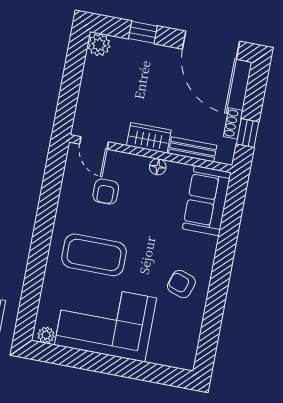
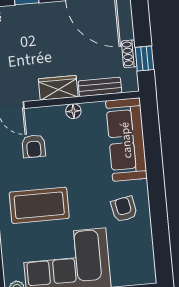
sofa: (207, 201) -> (126, 140), width x1.36
armchair: (181, 284) -> (124, 209), turned 61

